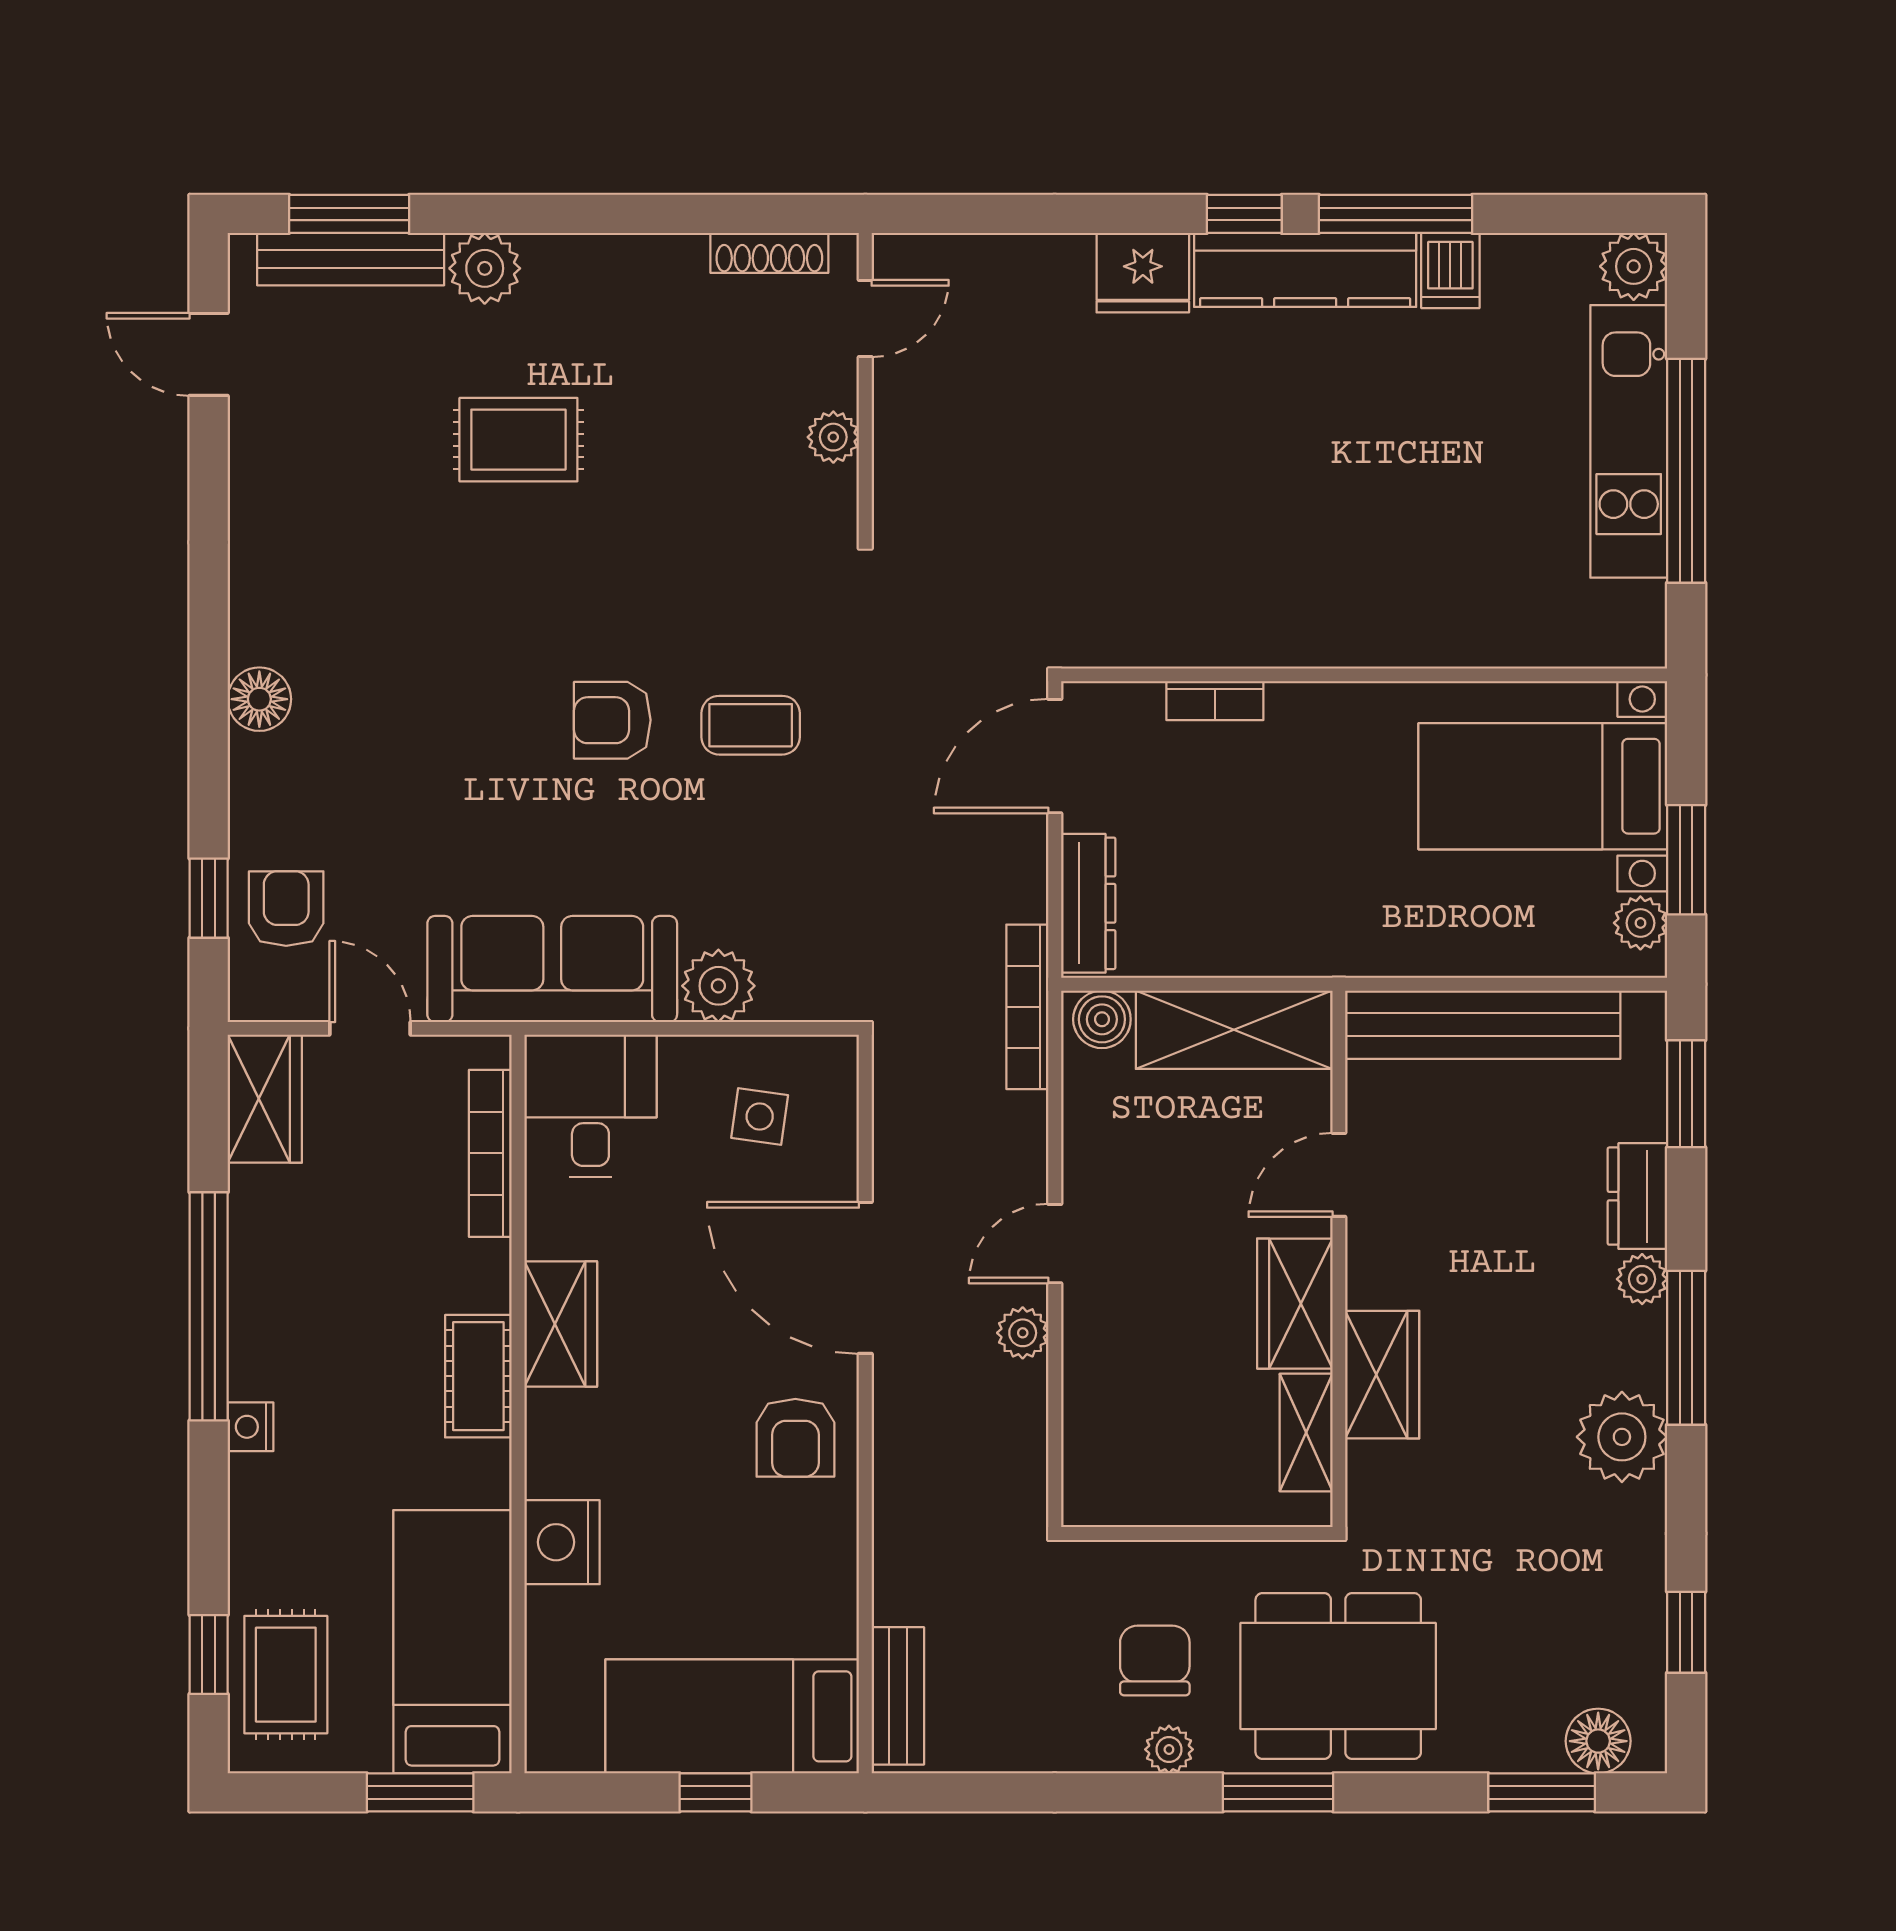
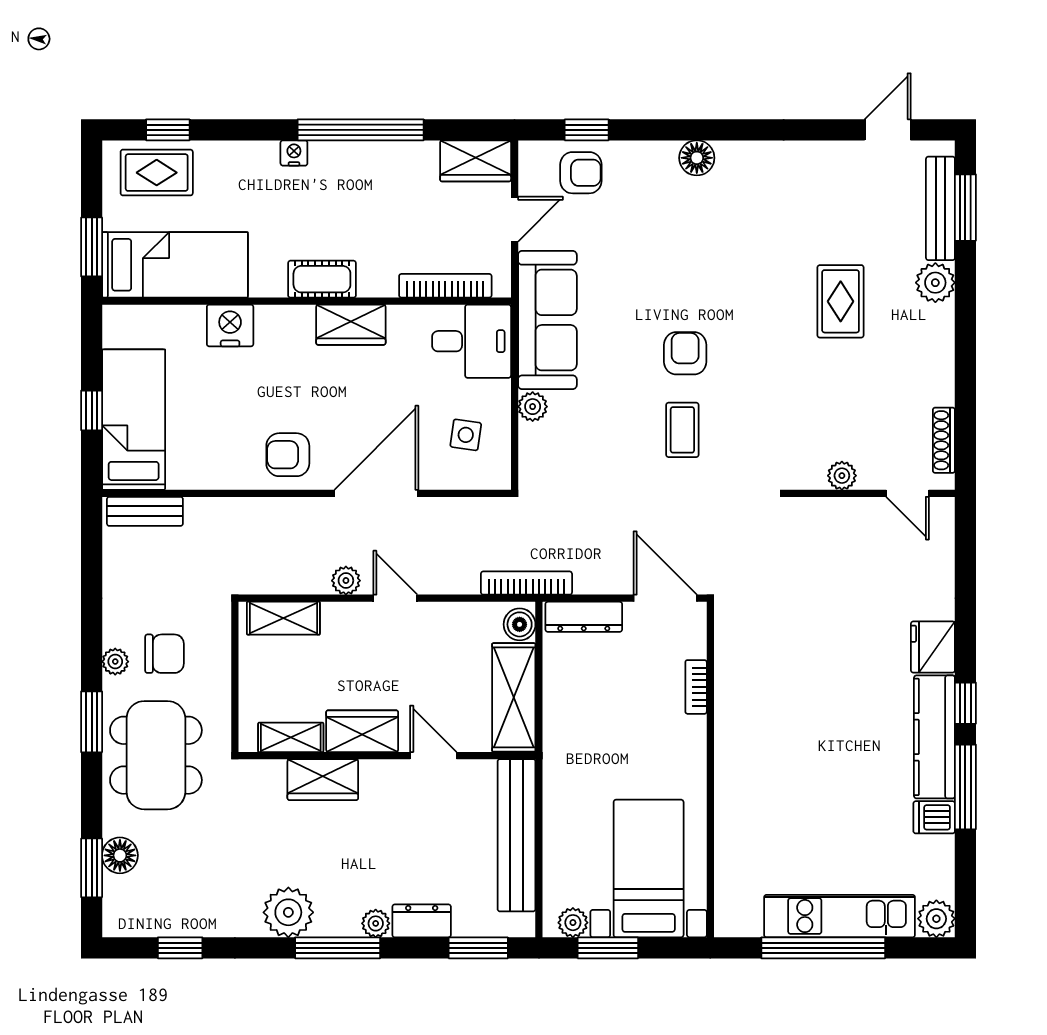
plant: (718, 986) -> (533, 407), width x0.73, depth x0.73
shelving: (1091, 1446) -> (283, 618), added
floor lamp: (1598, 1741) -> (120, 855), moved

